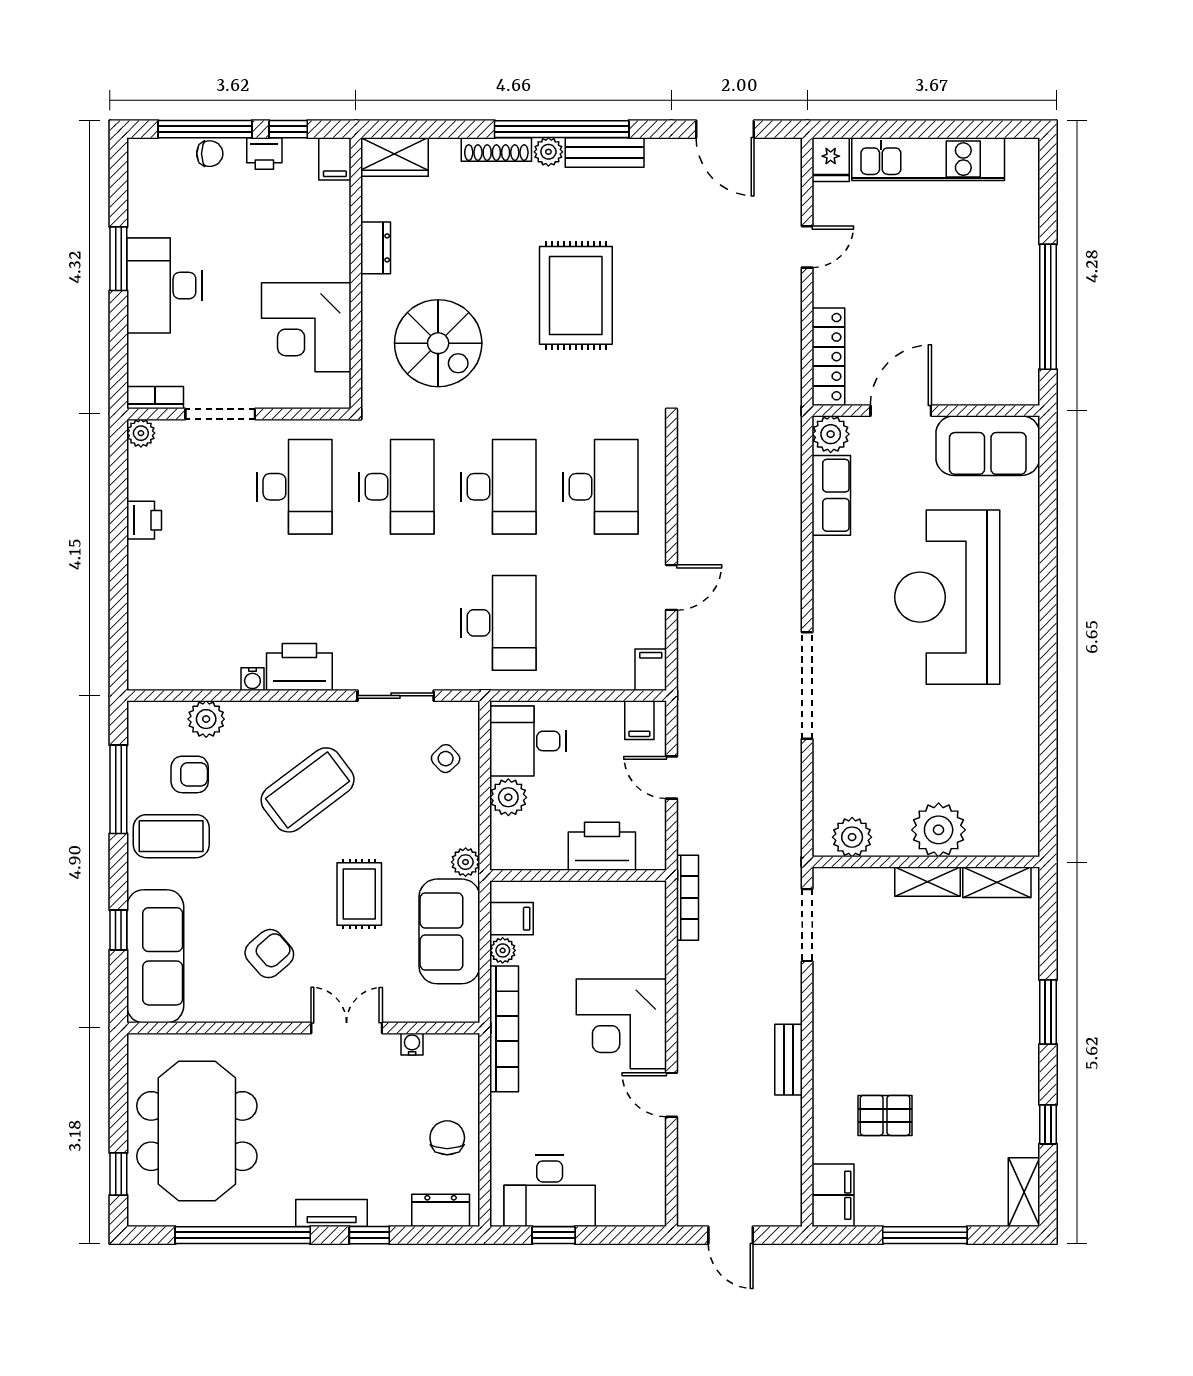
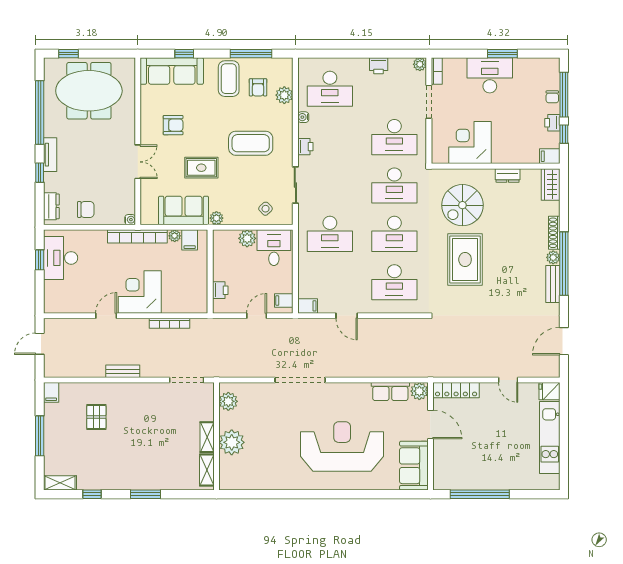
rug: (576, 295) -> (465, 260), moved, turned 90
desk: (193, 623) -> (330, 89), added
printer: (299, 667) -> (305, 147), width x0.53, depth x0.68
coffee table: (308, 790) -> (251, 143), turned -53
printer: (602, 846) -> (220, 290), width x0.53, depth x0.68
bookcase: (687, 898) -> (170, 323), moved
armchair: (269, 954) -> (173, 125), turned -49
water cooler: (412, 1044) -> (130, 220), moved
filing cabinet: (833, 1195) -> (51, 392), width x0.50

